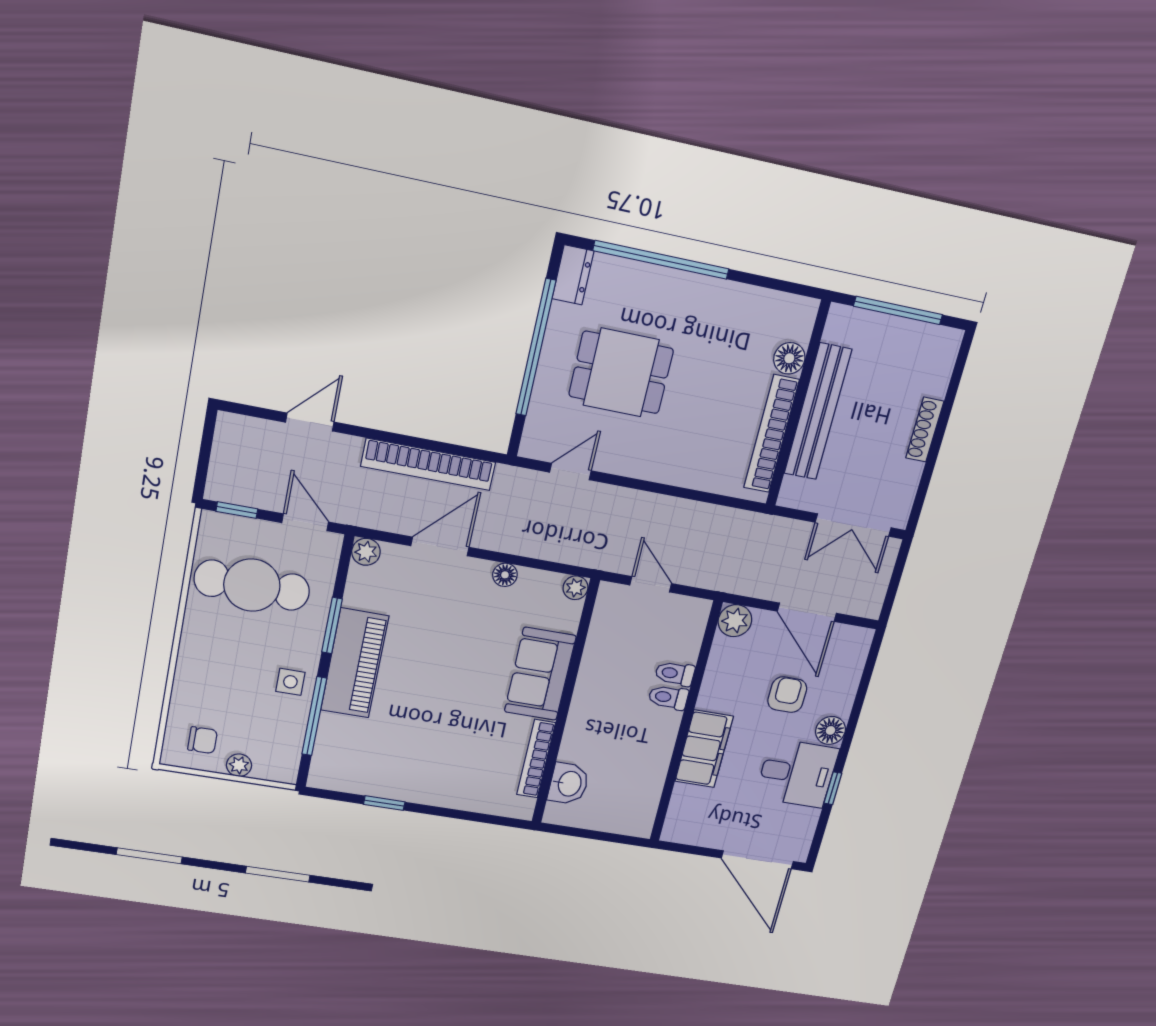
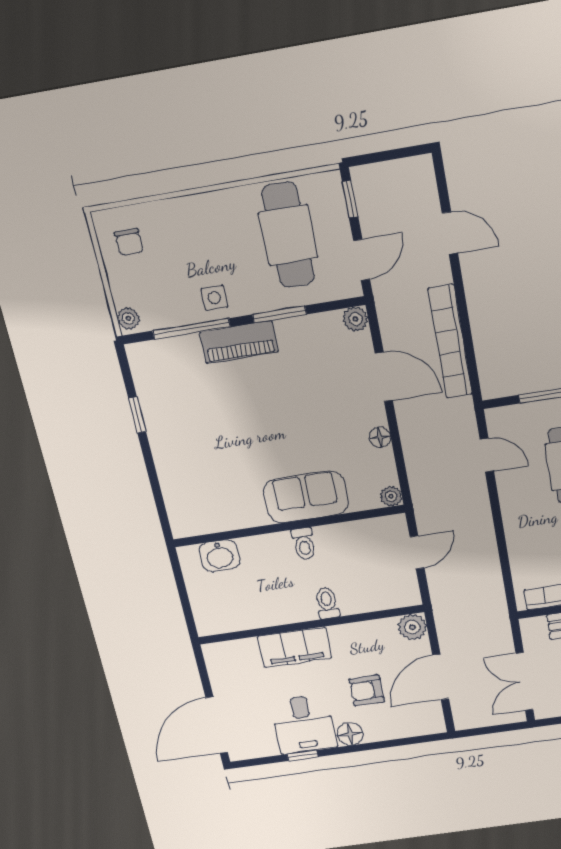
piano: (355, 663) -> (239, 342), width x0.73, depth x0.75
toilet: (675, 674) -> (304, 544), moved, turned 180
armchair: (787, 695) -> (367, 690), turned 180
bookcase: (536, 759) -> (230, 522), removed
plant: (239, 765) -> (128, 318), moved

